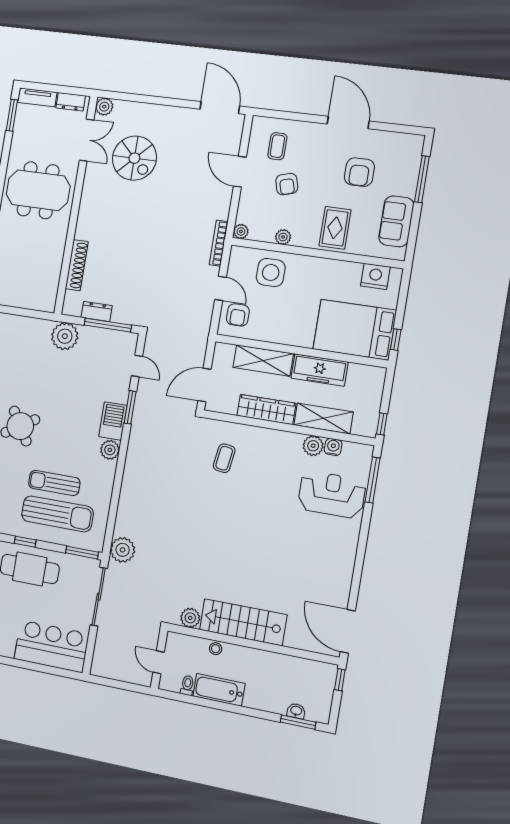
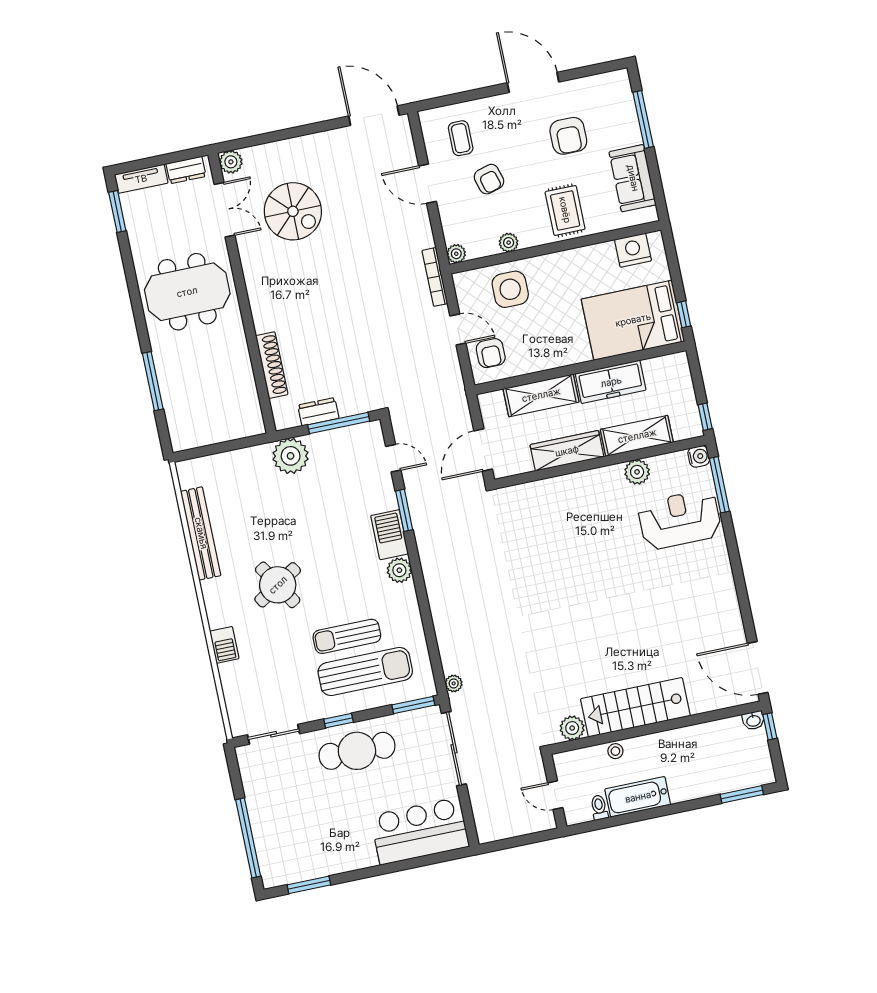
water cooler: (333, 447) -> (699, 456), moved, turned 90
coffee table: (224, 458) -> (540, 527), removed
plant: (123, 550) -> (454, 683), width x0.53, depth x0.53
washbasin: (296, 711) -> (753, 720), moved, turned 180

